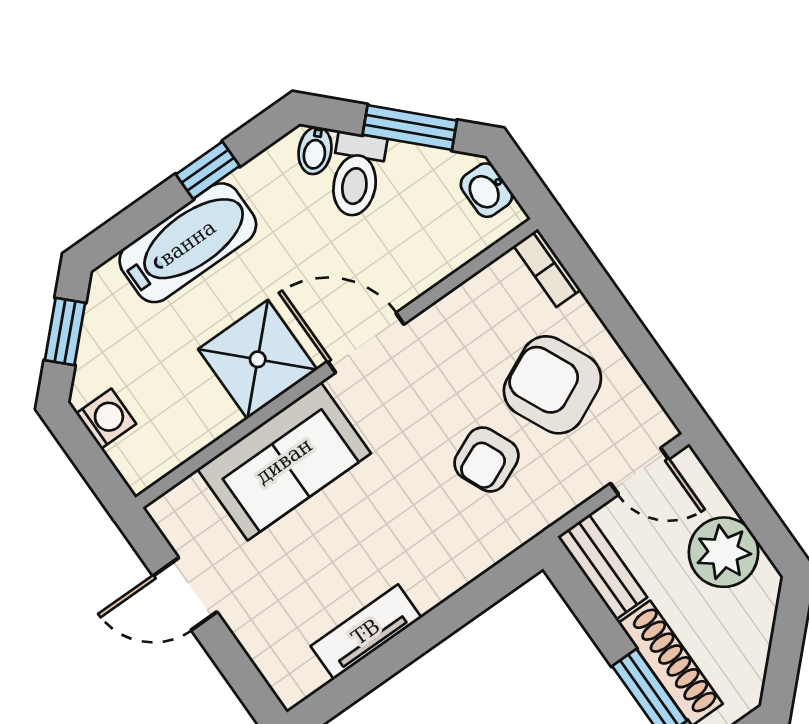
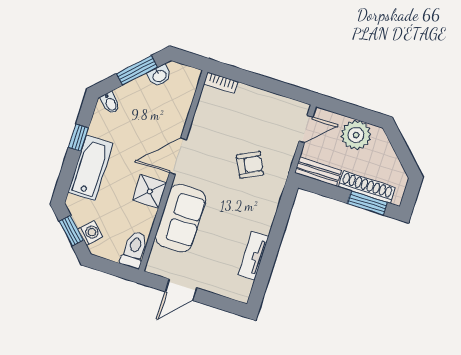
toilet: (356, 175) -> (134, 250), moved, turned -135
washbasin: (486, 190) -> (159, 76), moved, turned -45
shower: (258, 359) -> (150, 191), width x0.73, depth x0.73
armchair: (552, 385) -> (253, 122), removed
washing machine: (106, 419) -> (90, 233), moved, turned 45
armchair: (486, 459) -> (250, 165), turned -92

